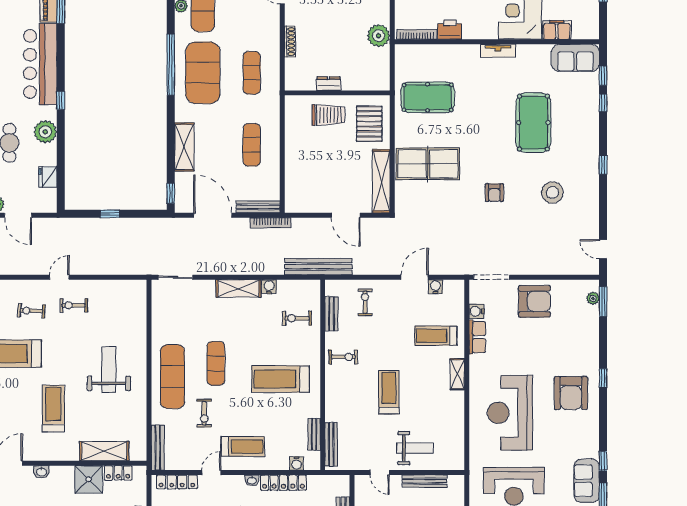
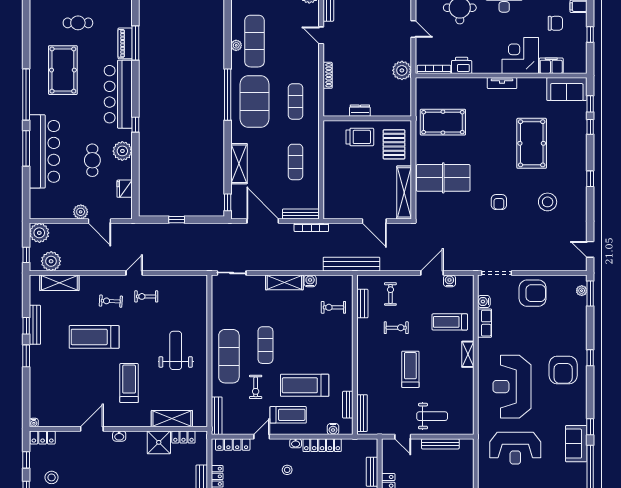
exercise bike: (343, 357) -> (396, 328), moved
treadmill: (280, 379) -> (305, 385), moved

